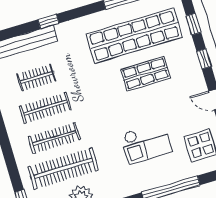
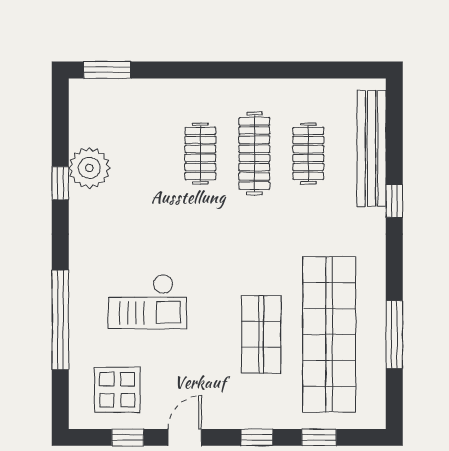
clothes rail: (54, 138) -> (200, 153), width x0.73
checkout: (146, 143) -> (147, 301), turned -90
clothes rail: (63, 168) -> (146, 153), removed

